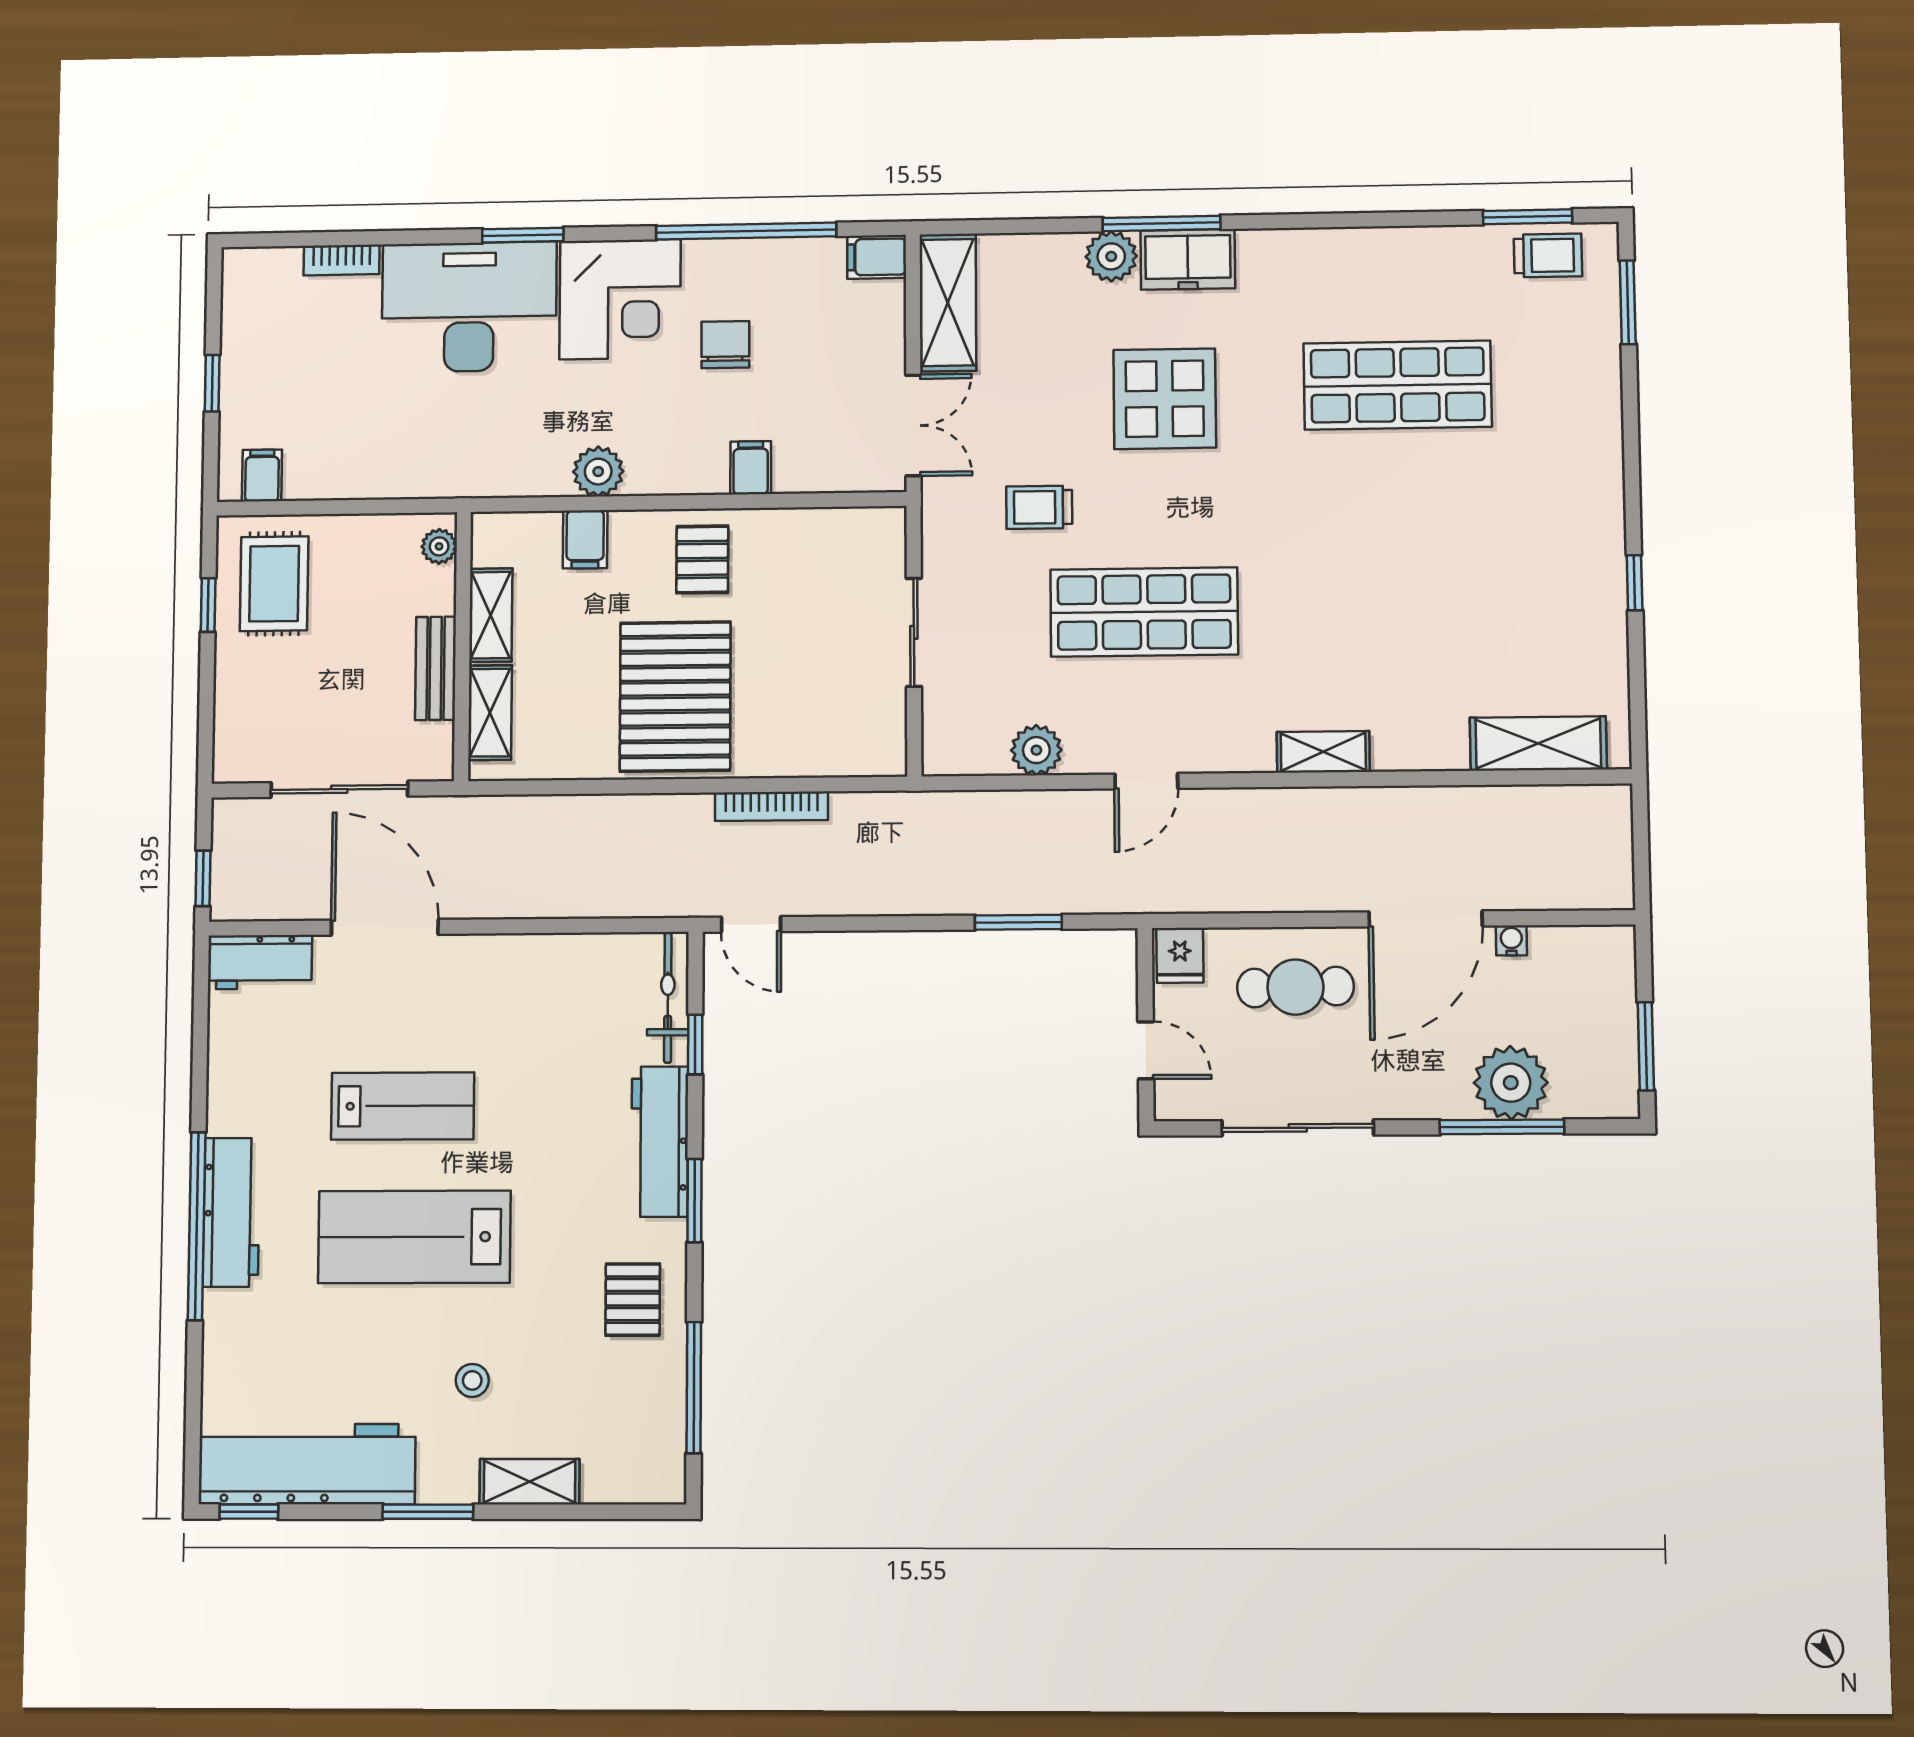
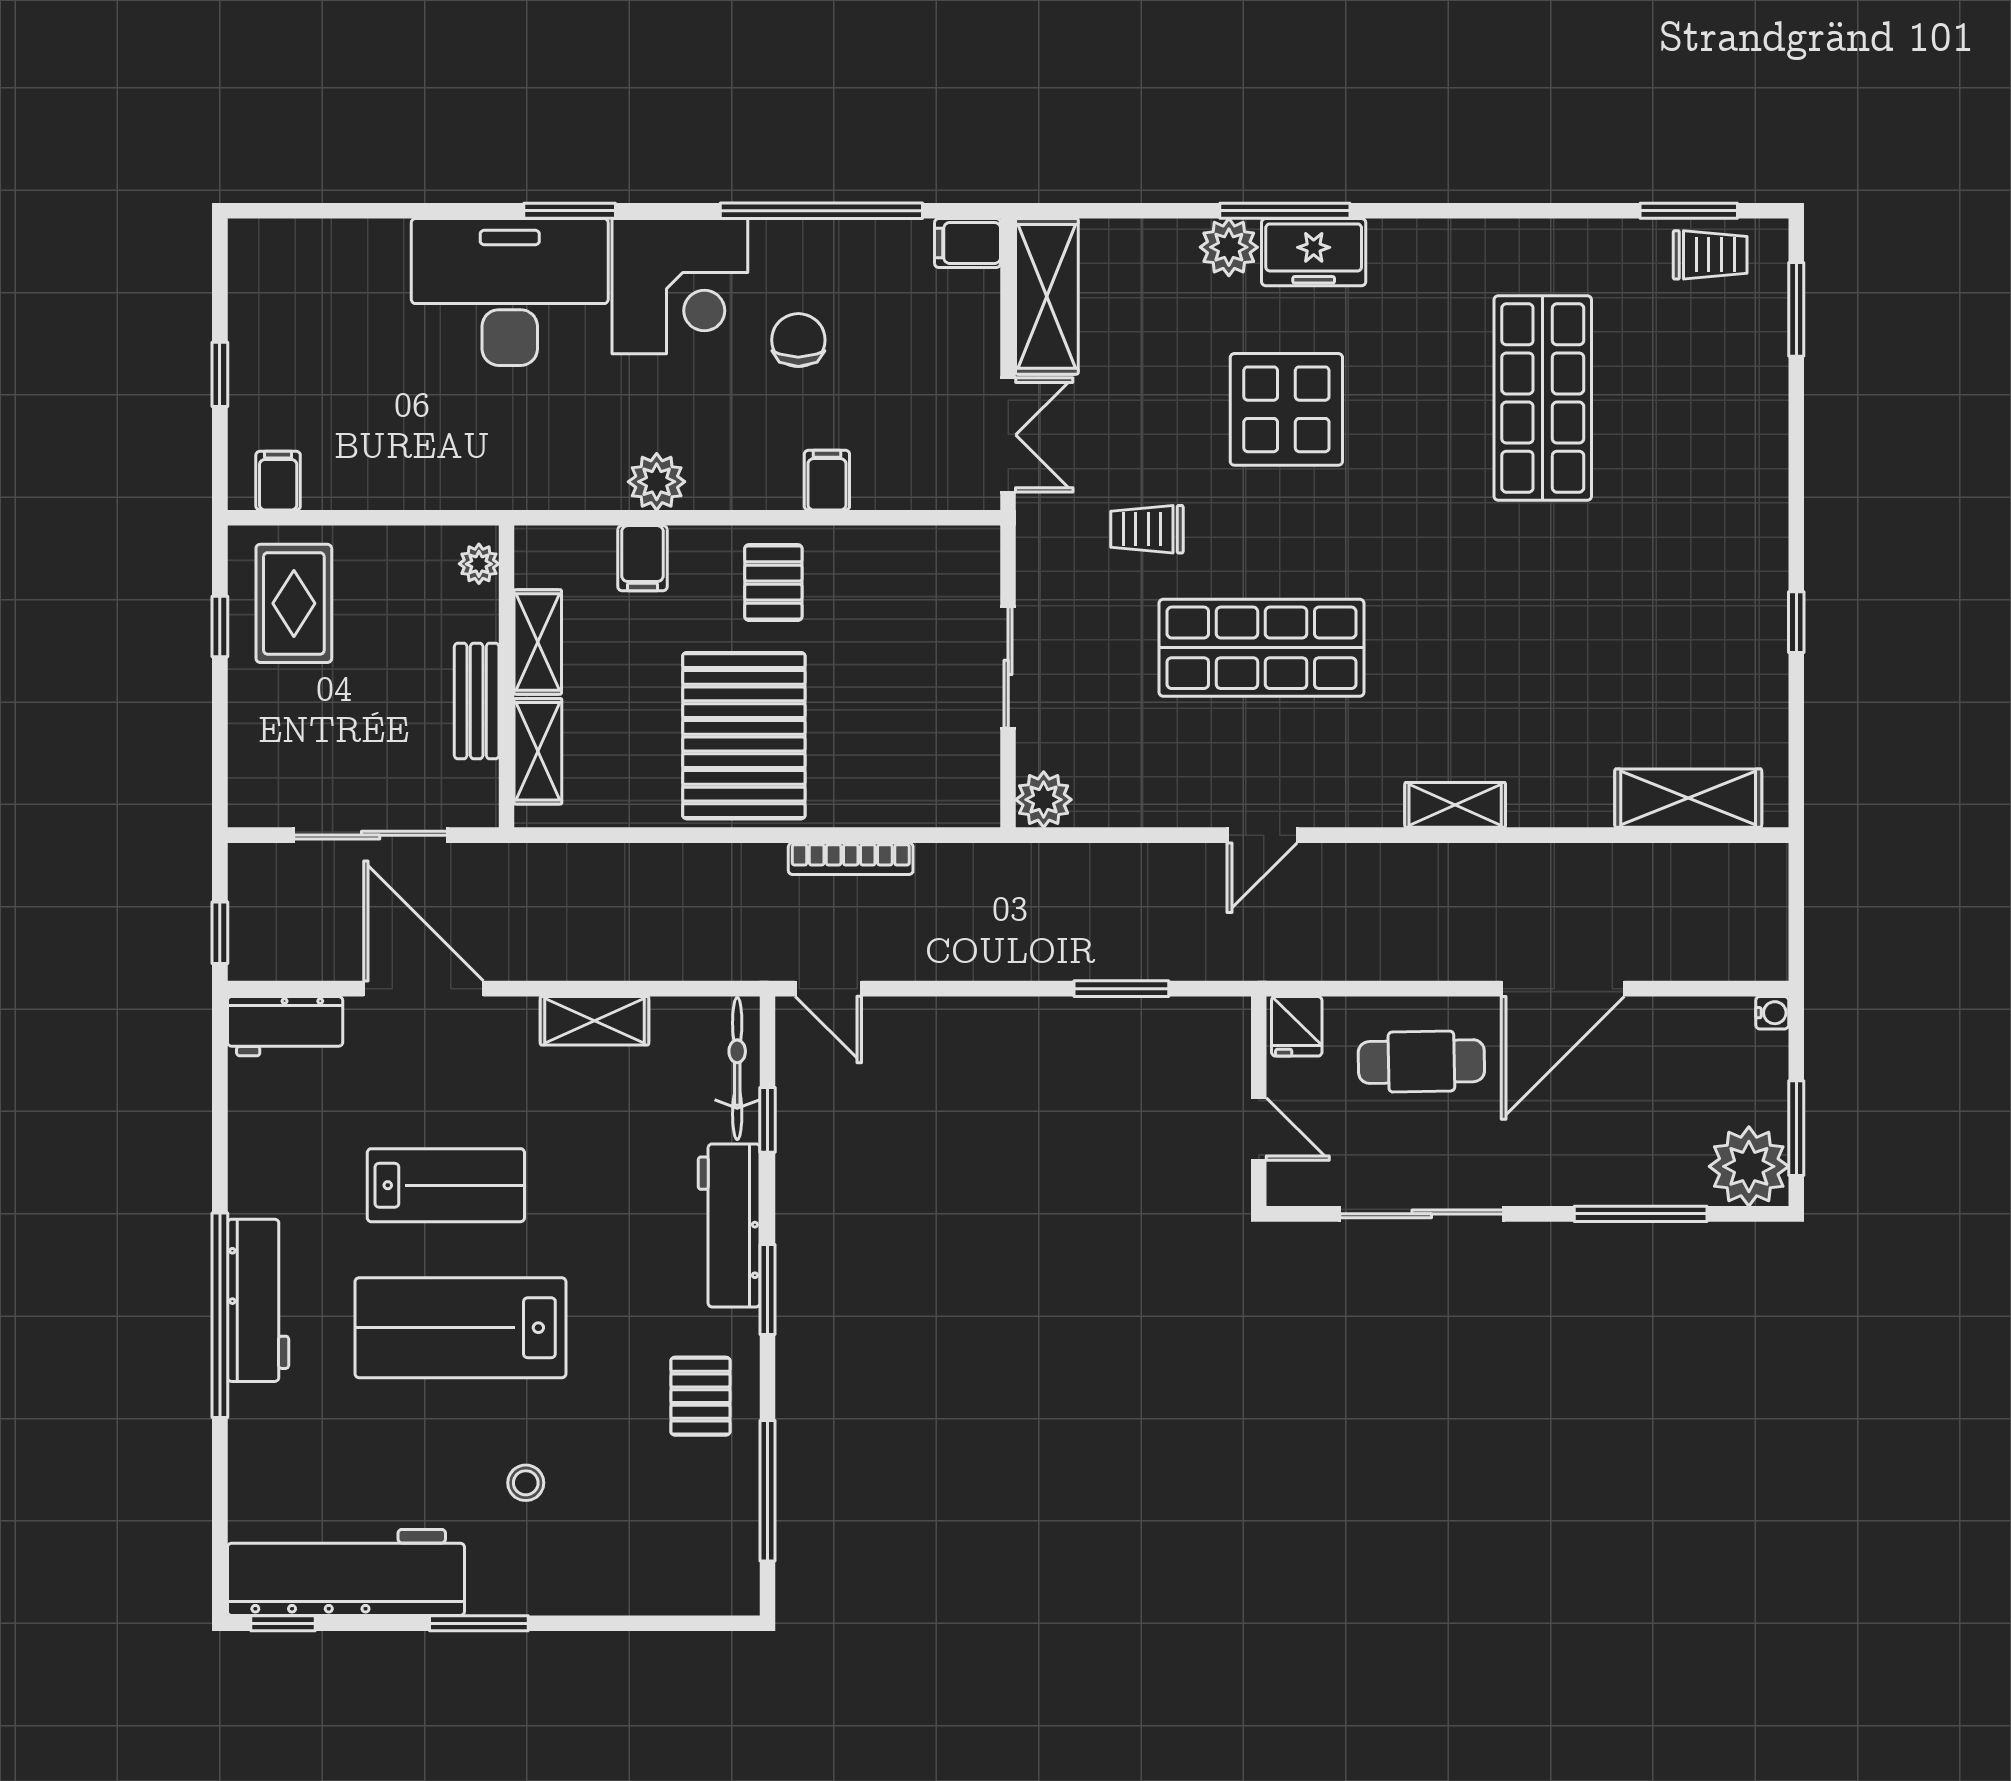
bookcase: (342, 260) -> (365, 236), removed
shop shelf: (1398, 385) -> (1543, 398), turned 90
plant: (1036, 750) -> (1044, 800), moved
water cooler: (1511, 940) -> (1772, 1013), moved, turned 90
plant: (1511, 1083) -> (1749, 1166), moved
shelving: (530, 1482) -> (594, 1021), moved

